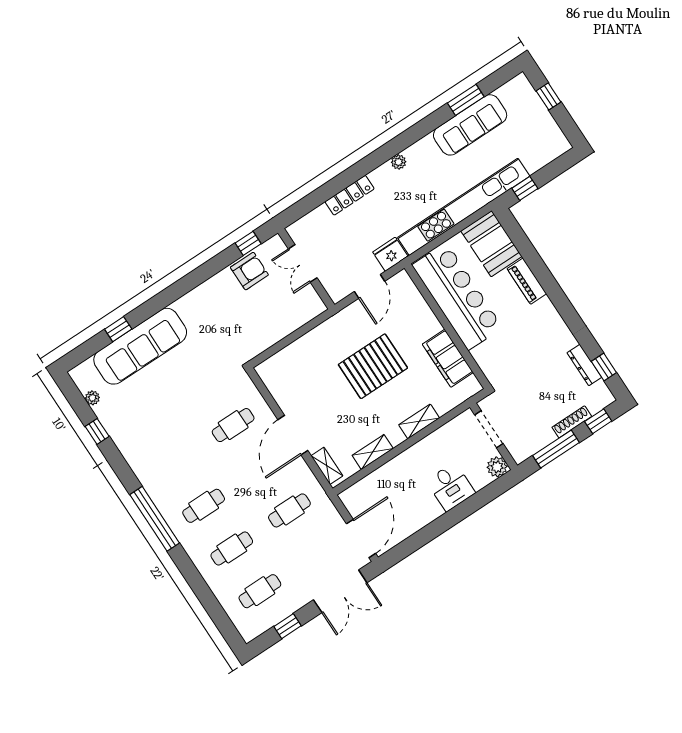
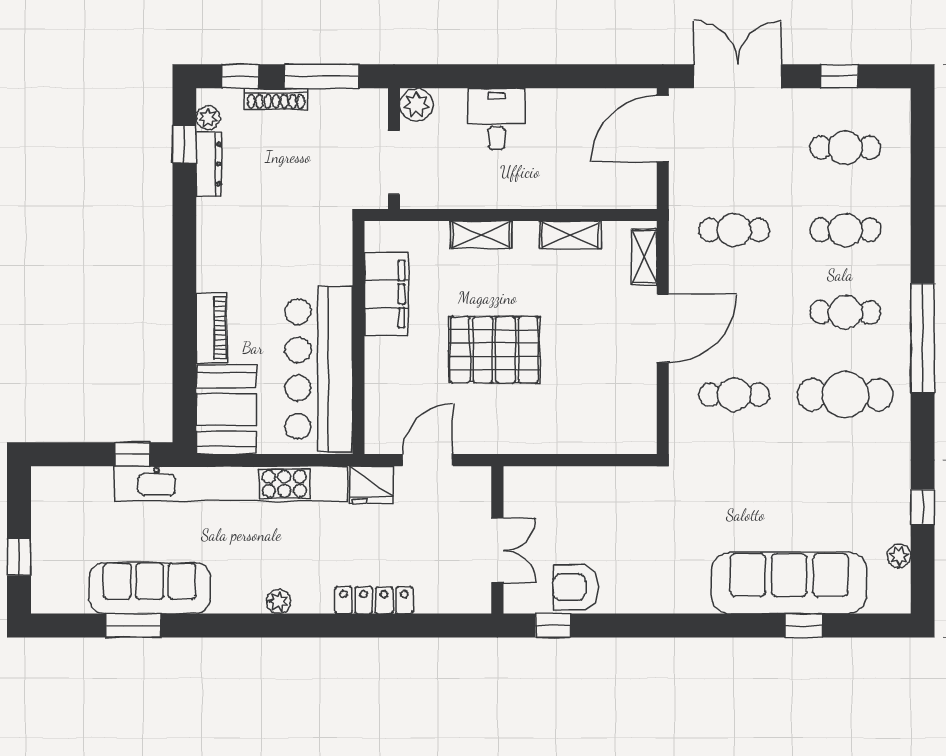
plant: (601, 389) -> (208, 118), added
cafe table: (175, 463) -> (845, 395), added

